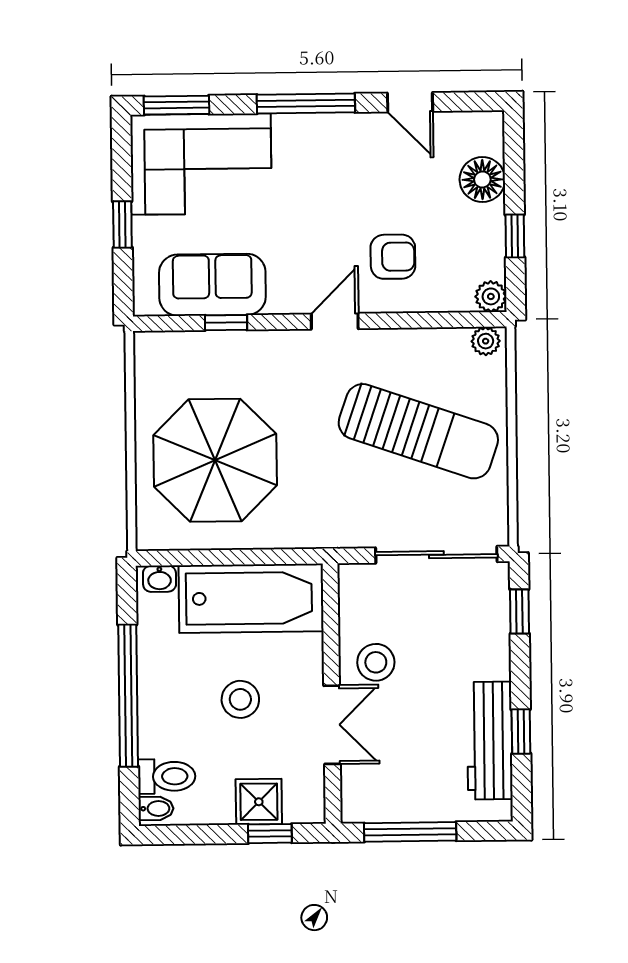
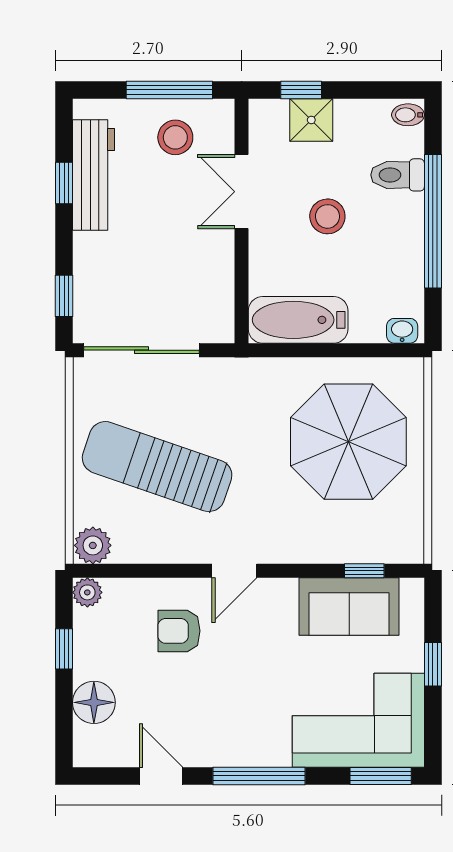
window: (226, 323) -> (364, 571), moved
plant: (486, 341) -> (93, 545), width x1.38, depth x1.38
bathtub: (251, 598) -> (298, 320), width x0.73, depth x0.73
stool: (376, 662) -> (175, 137), moved
toilet: (167, 776) -> (398, 175), moved

